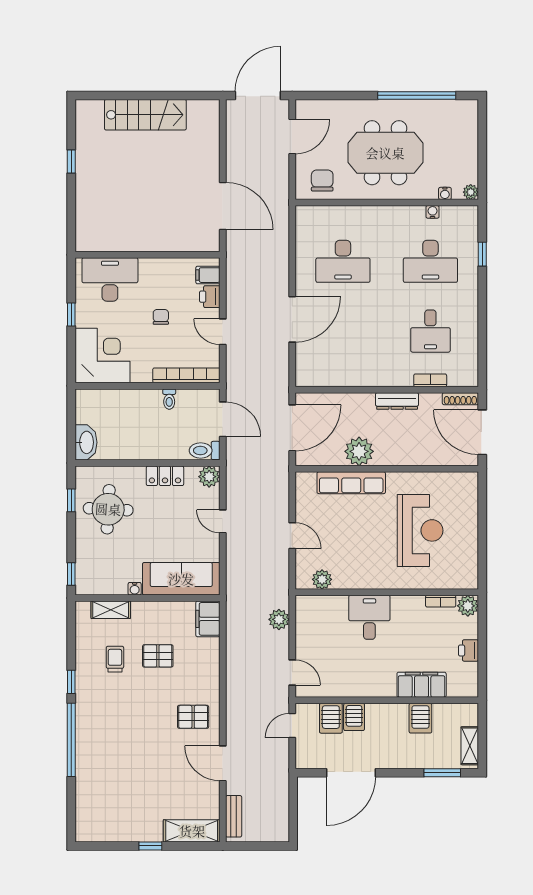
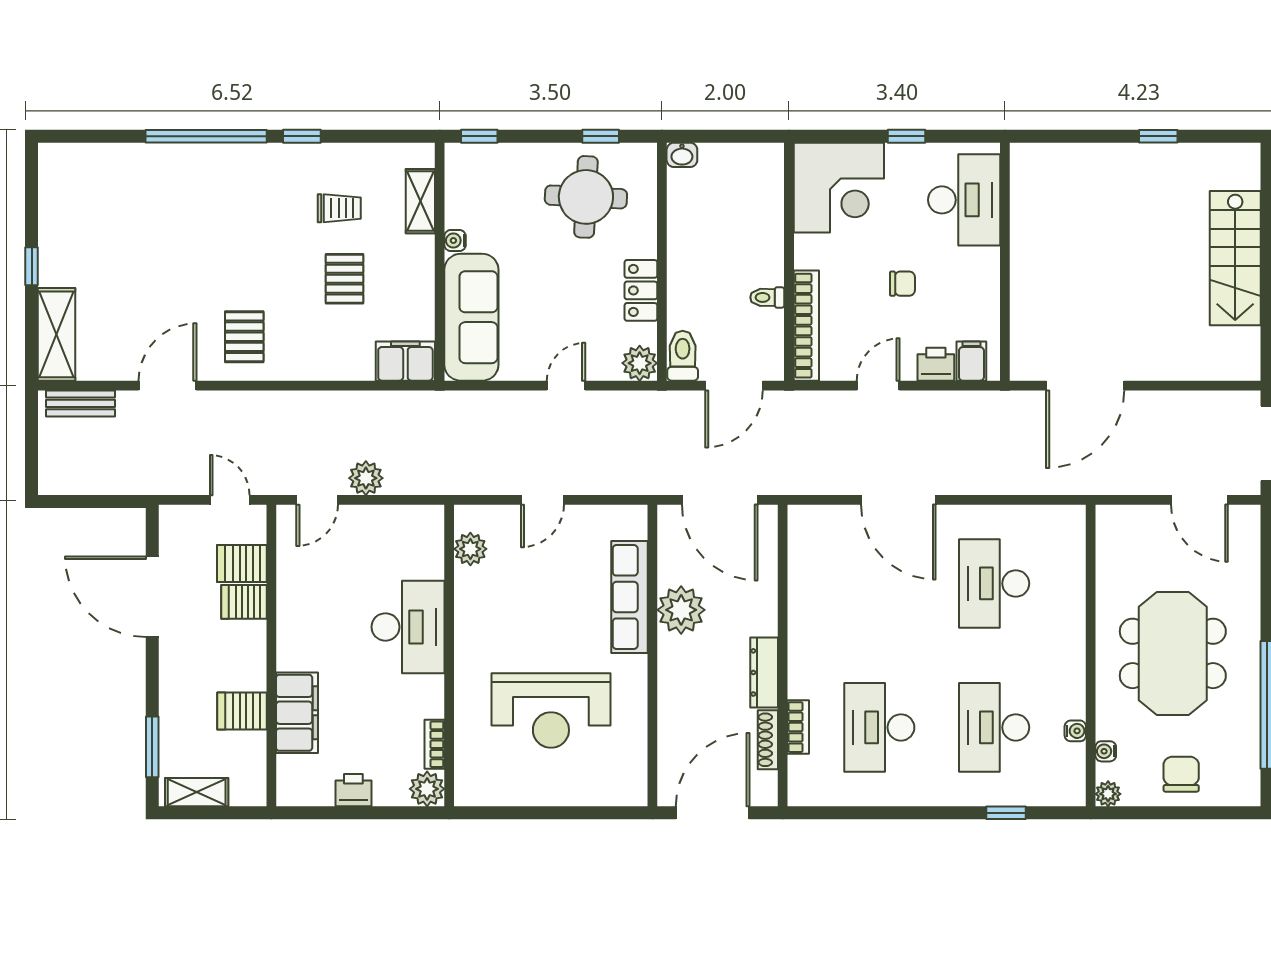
chair: (322, 180) -> (1181, 774), moved, turned -90
desk: (430, 331) -> (879, 727), width x1.37
shoe rack: (460, 399) -> (768, 740), moved
washbasin: (86, 442) -> (682, 155), width x0.52, depth x0.69
desk: (369, 617) -> (408, 627), width x1.37
plant: (279, 619) -> (366, 478), moved

